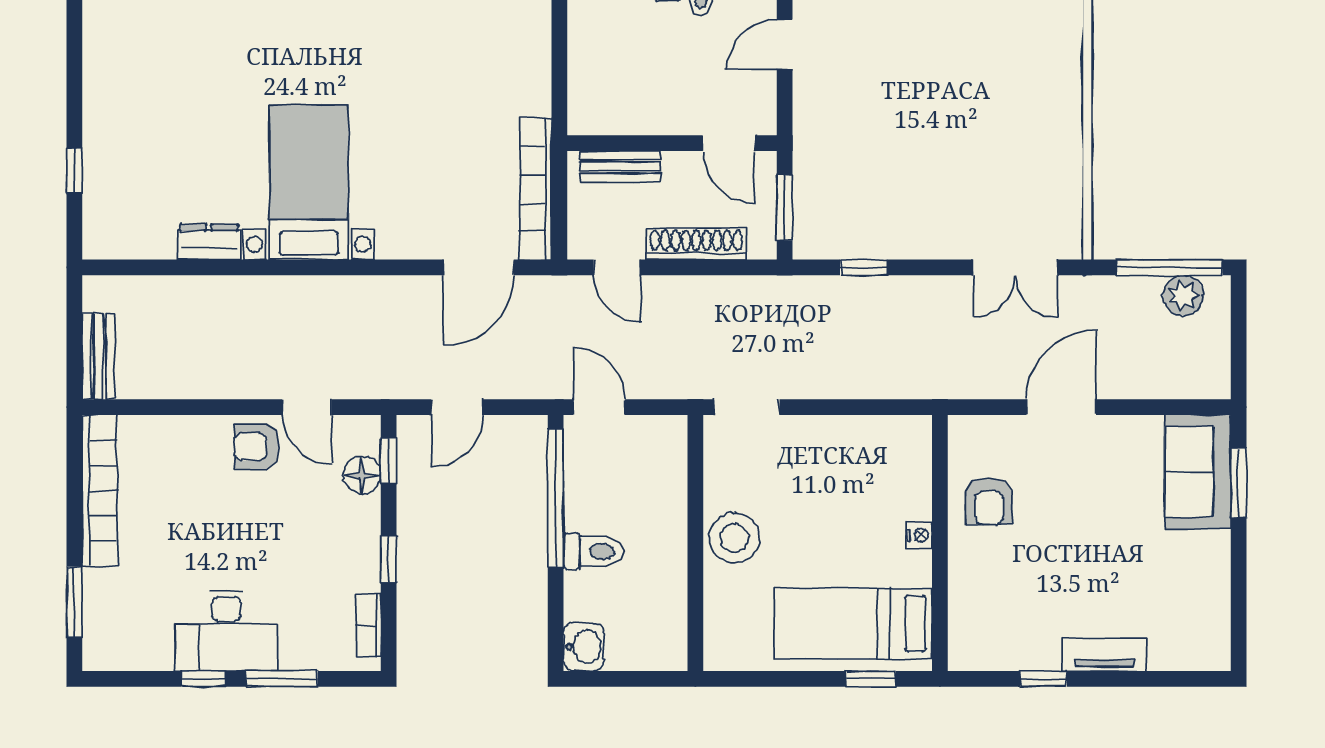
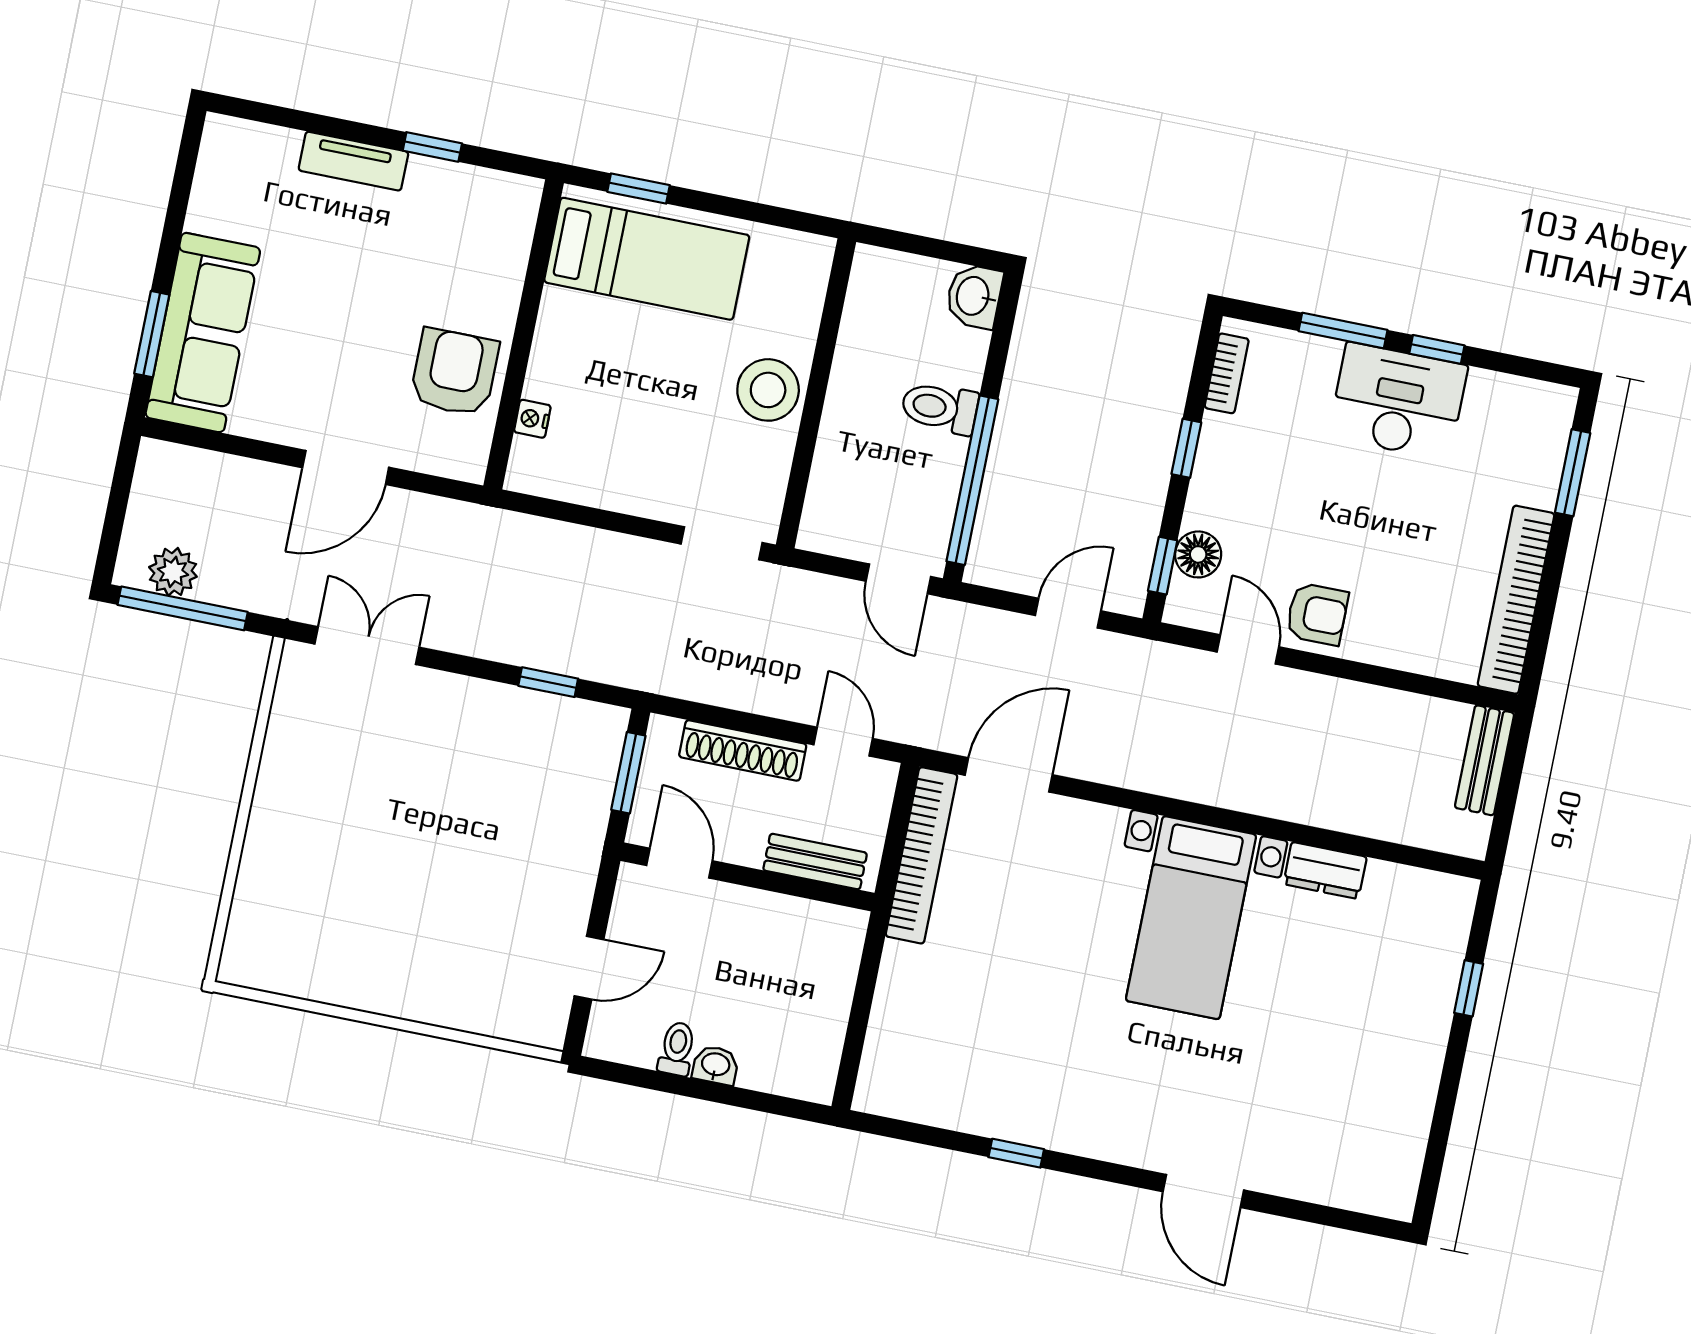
sofa: (1198, 472) -> (203, 333), width x1.36
armchair: (989, 501) -> (454, 372), width x1.38, depth x1.38
nightstand: (919, 535) -> (532, 419), moved

